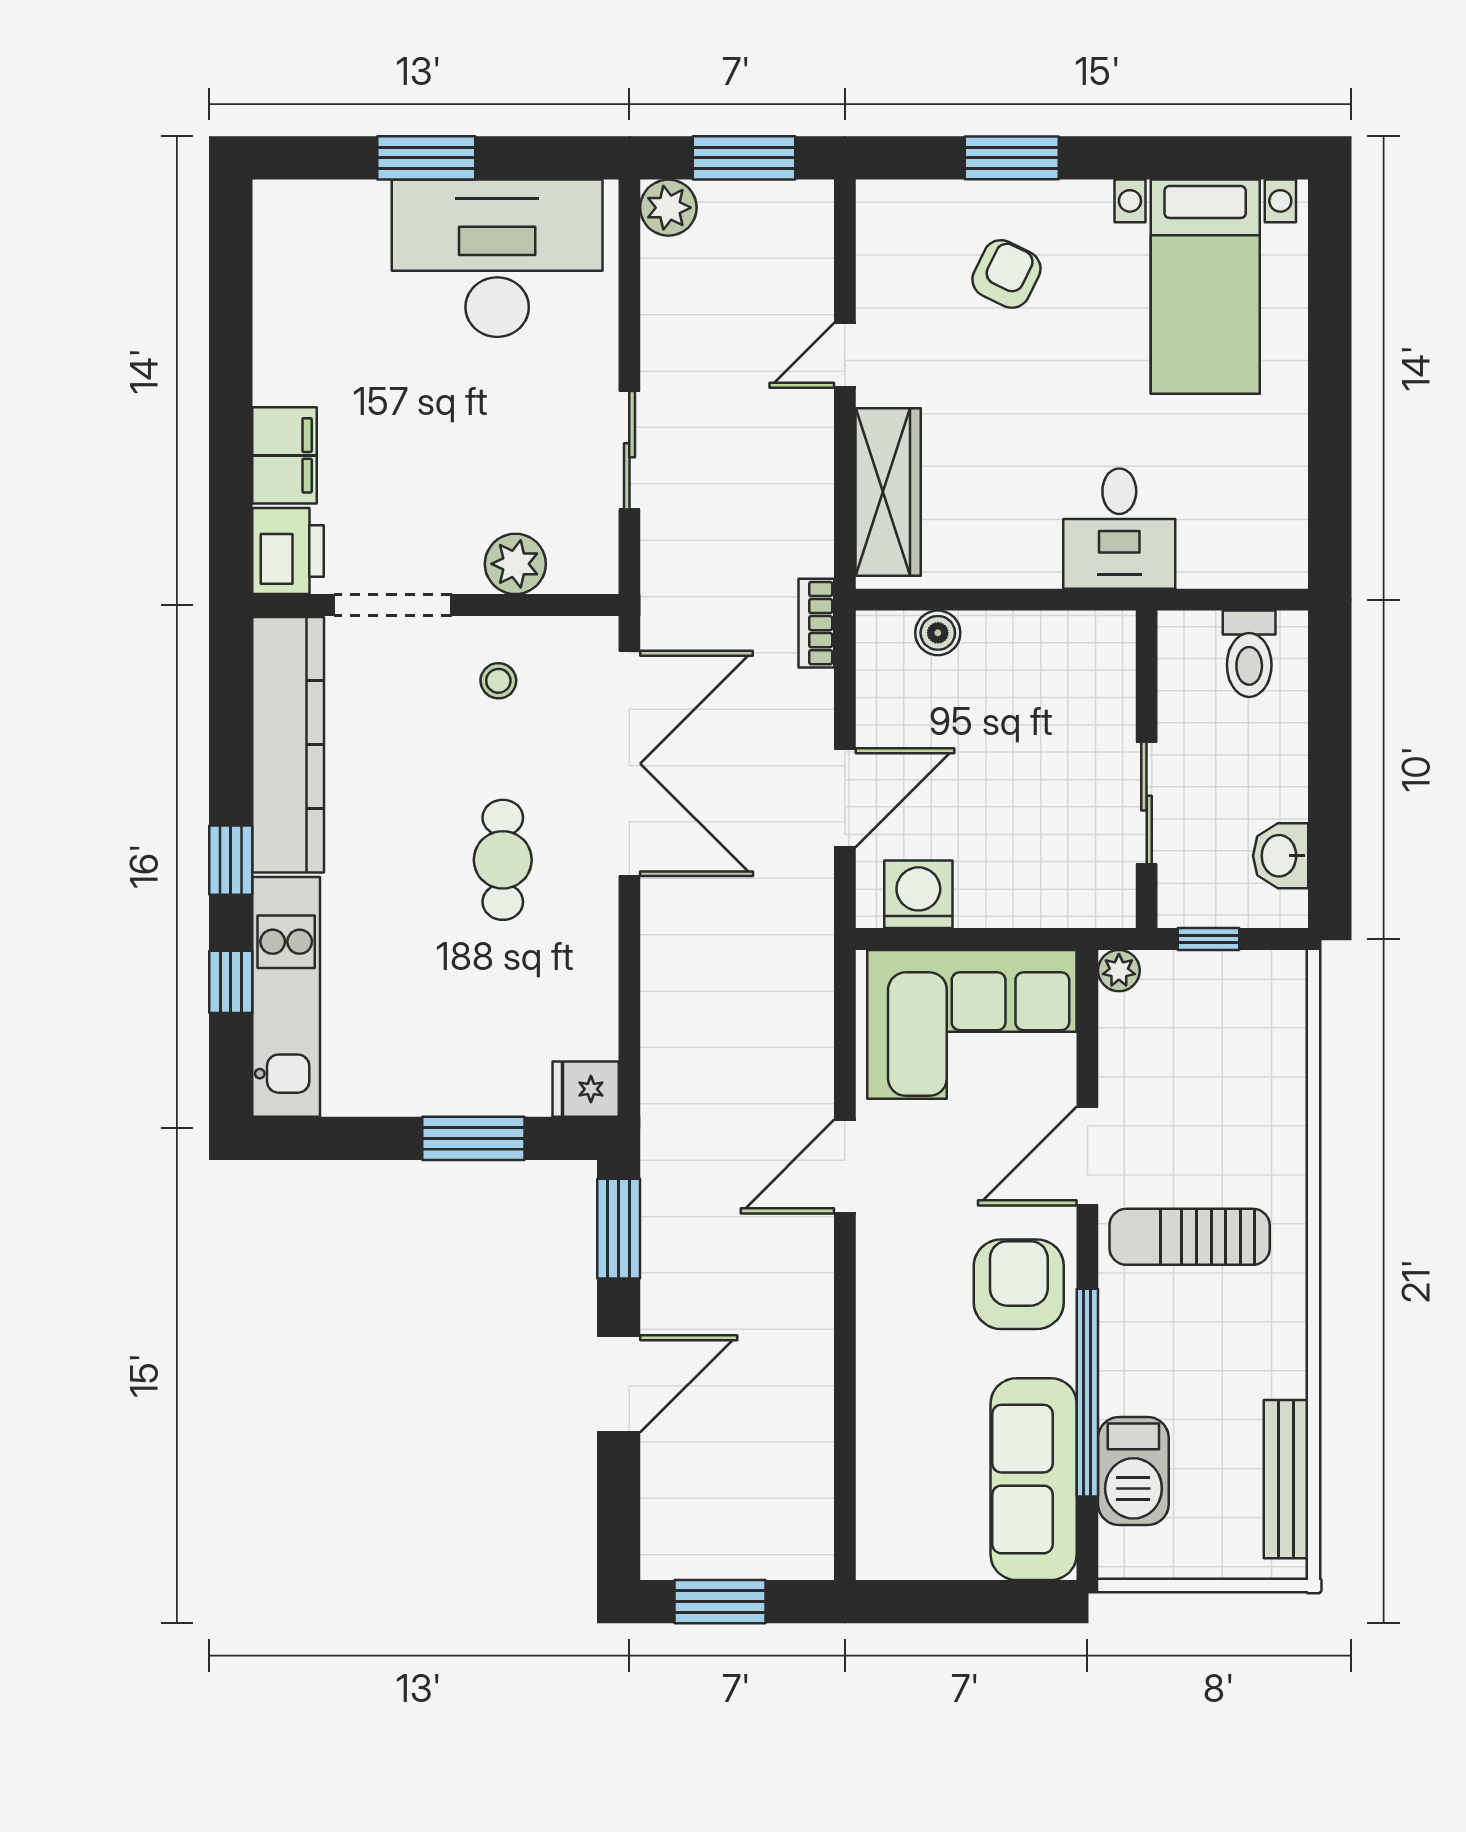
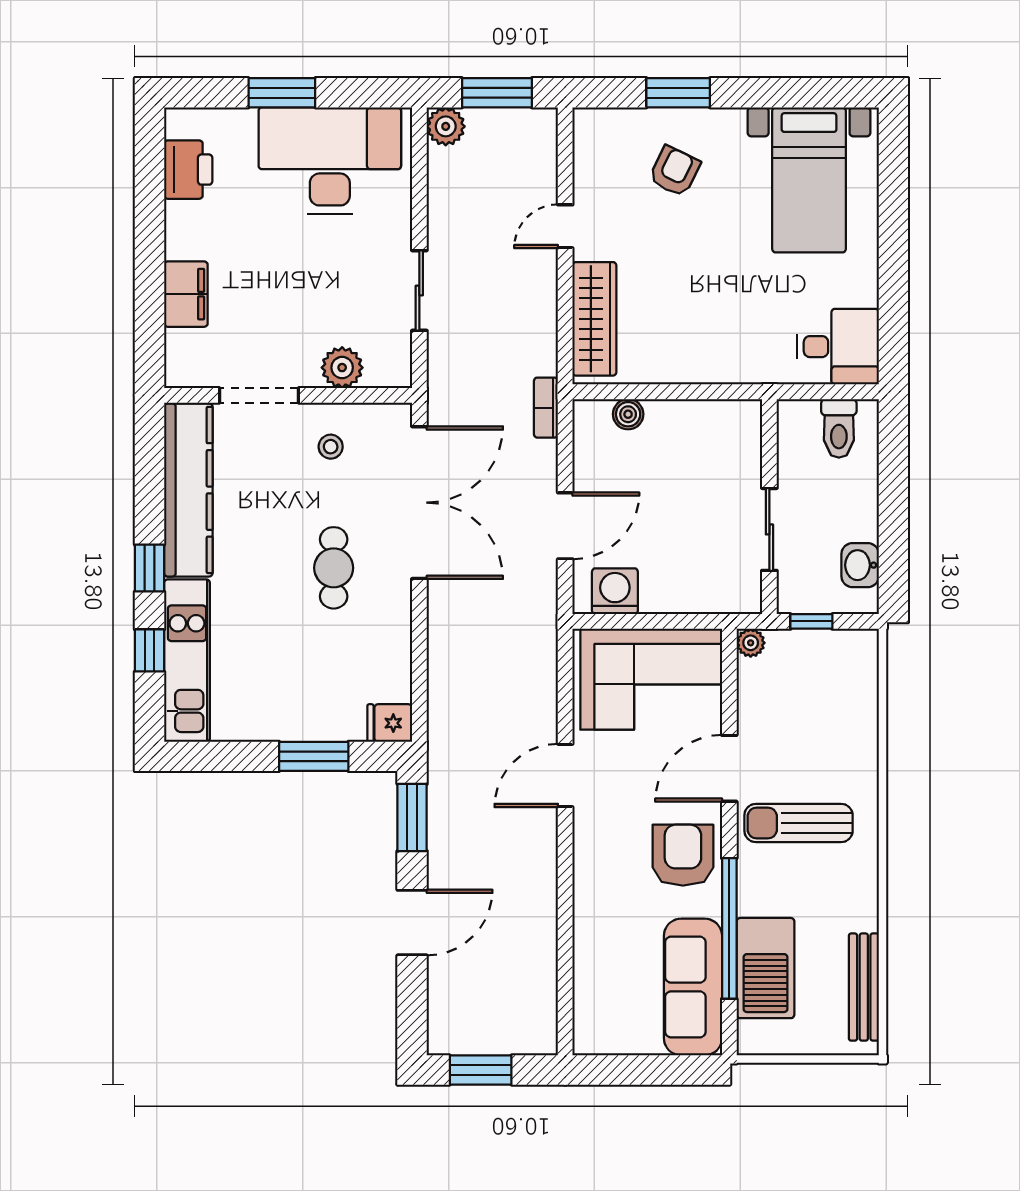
desk: (1119, 529) -> (838, 347), moved, turned -90
printer: (288, 551) -> (188, 170), moved
barbecue: (1133, 1471) -> (765, 968), width x1.37, depth x1.21

